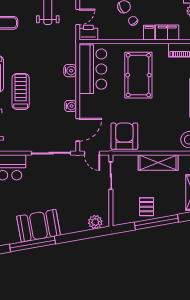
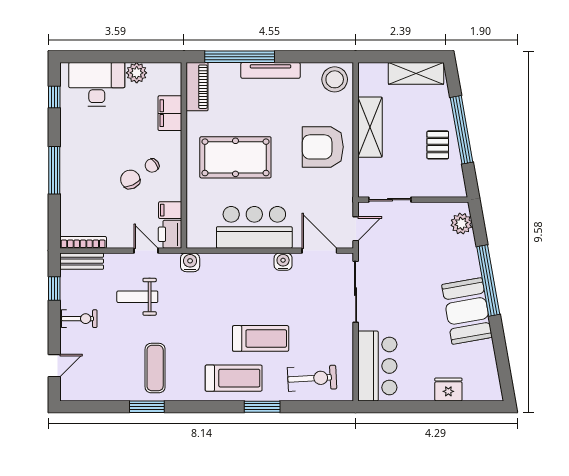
filing cabinet: (149, 33) -> (170, 210), moved
bar counter: (93, 69) -> (254, 227), moved
water cooler: (70, 71) -> (190, 262), moved
treadmill: (21, 91) -> (261, 338), turned 180
armchair: (124, 136) -> (323, 147), moved
pallet: (146, 207) -> (438, 145), turned 90
window: (32, 244) -> (488, 280), moved

